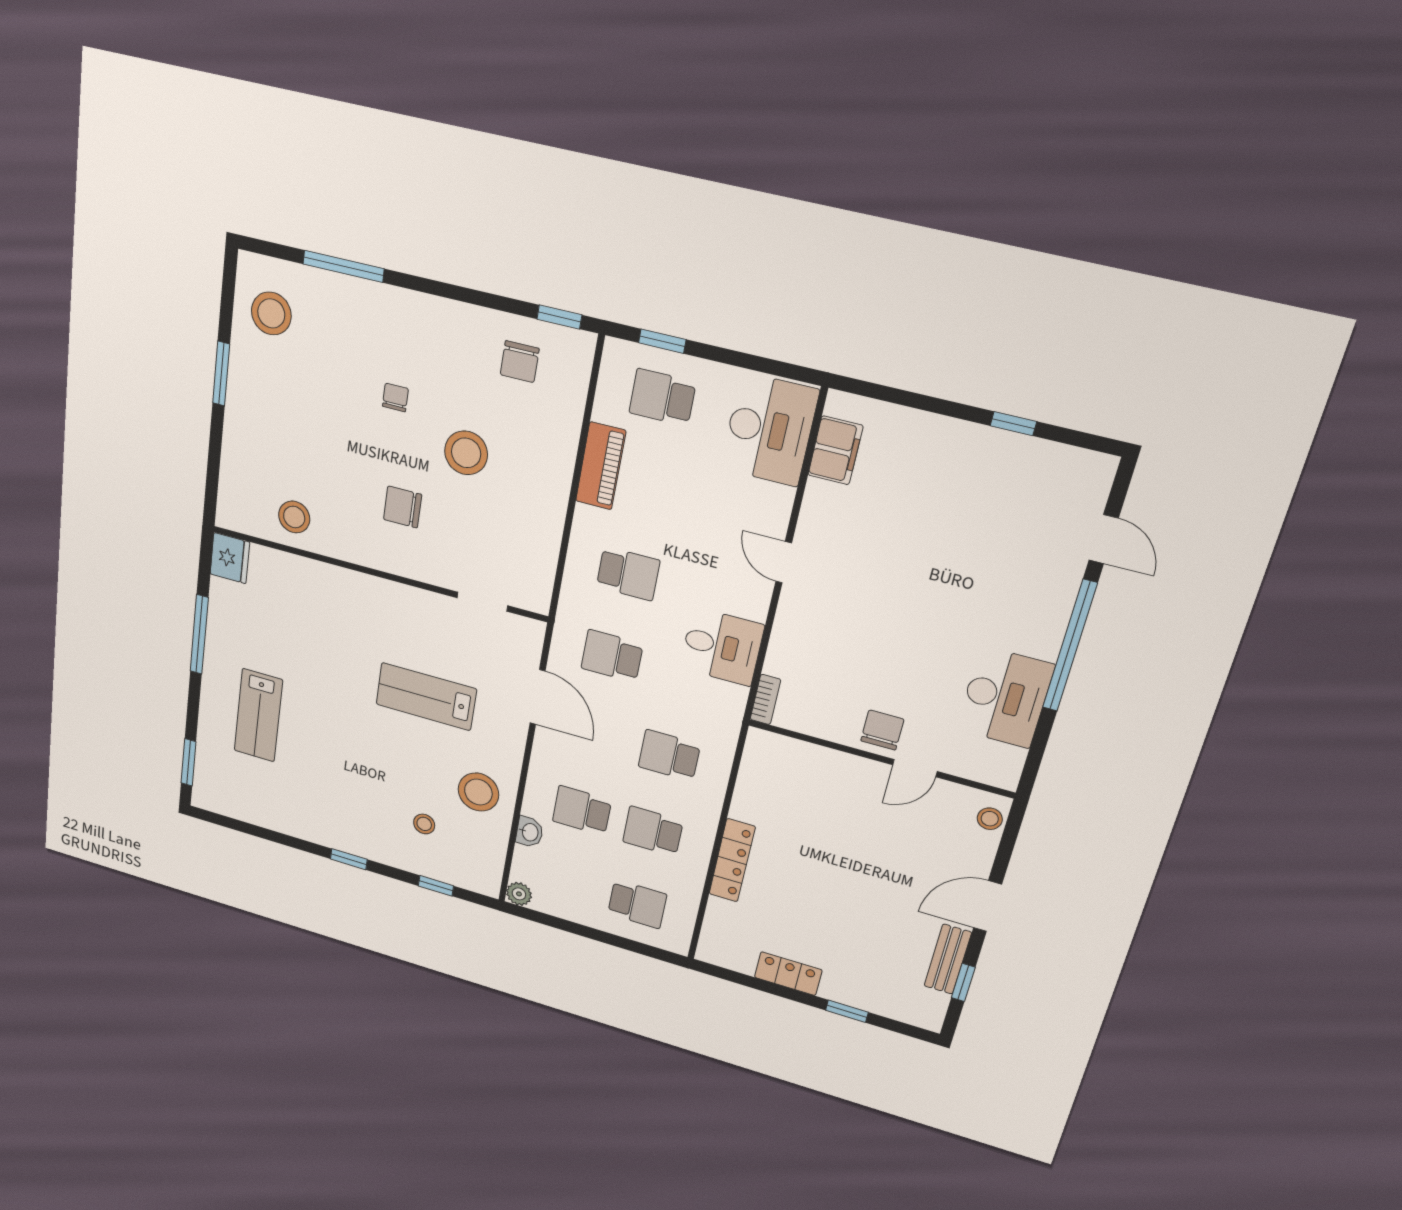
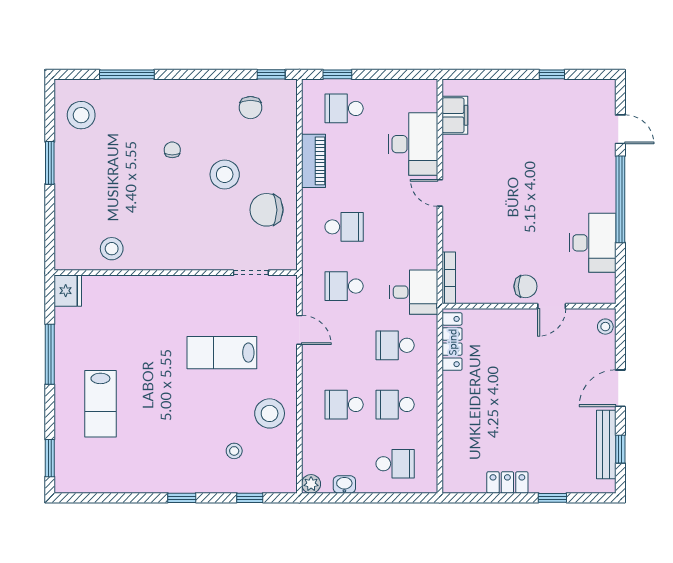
desk: (769, 430) -> (413, 144), moved
chair: (403, 507) -> (267, 210), moved, width x1.37, depth x1.37
desk: (722, 647) -> (414, 292), moved
door: (538, 697) -> (299, 330), width x0.73
bookcase: (765, 700) -> (449, 278), width x1.56
chair: (882, 730) -> (525, 286), turned 90
washbasin: (529, 832) -> (344, 484), moved, turned -90
locker: (732, 860) -> (452, 342), moved
bench: (948, 959) -> (606, 444), width x1.36

